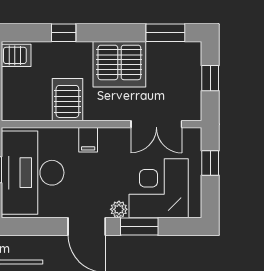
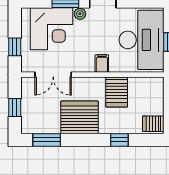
double door: (156, 124) -> (53, 75), swing flipped

